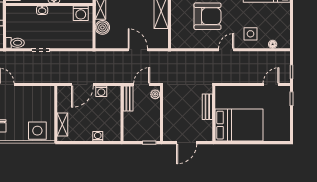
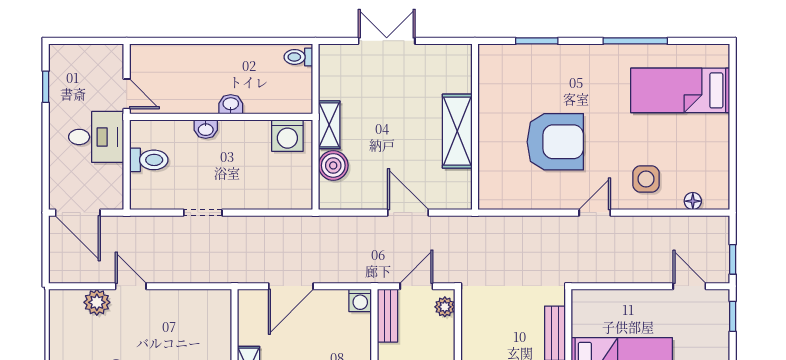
toilet: (15, 43) -> (149, 160), moved
door: (271, 85) -> (689, 286), hinge flipped
washing machine: (101, 91) -> (360, 300), moved

